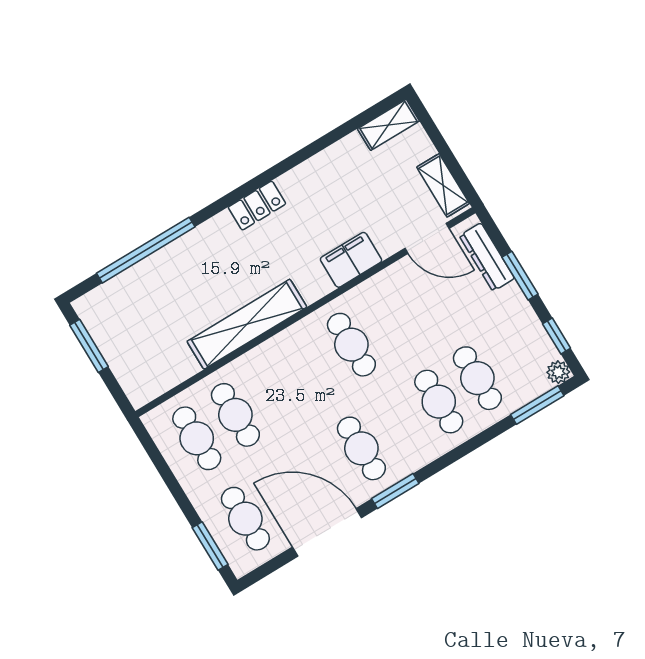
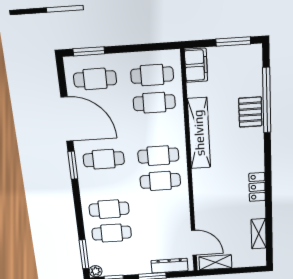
shelving: (388, 125) -> (259, 234), moved
locker: (257, 206) -> (257, 187), moved
door: (427, 238) -> (194, 243), swing flipped
filing cabinet: (351, 260) -> (196, 65), moved
pallet: (175, 265) -> (250, 112), added
cafe table: (313, 368) -> (158, 156), added
door: (327, 532) -> (67, 119), hinge flipped

